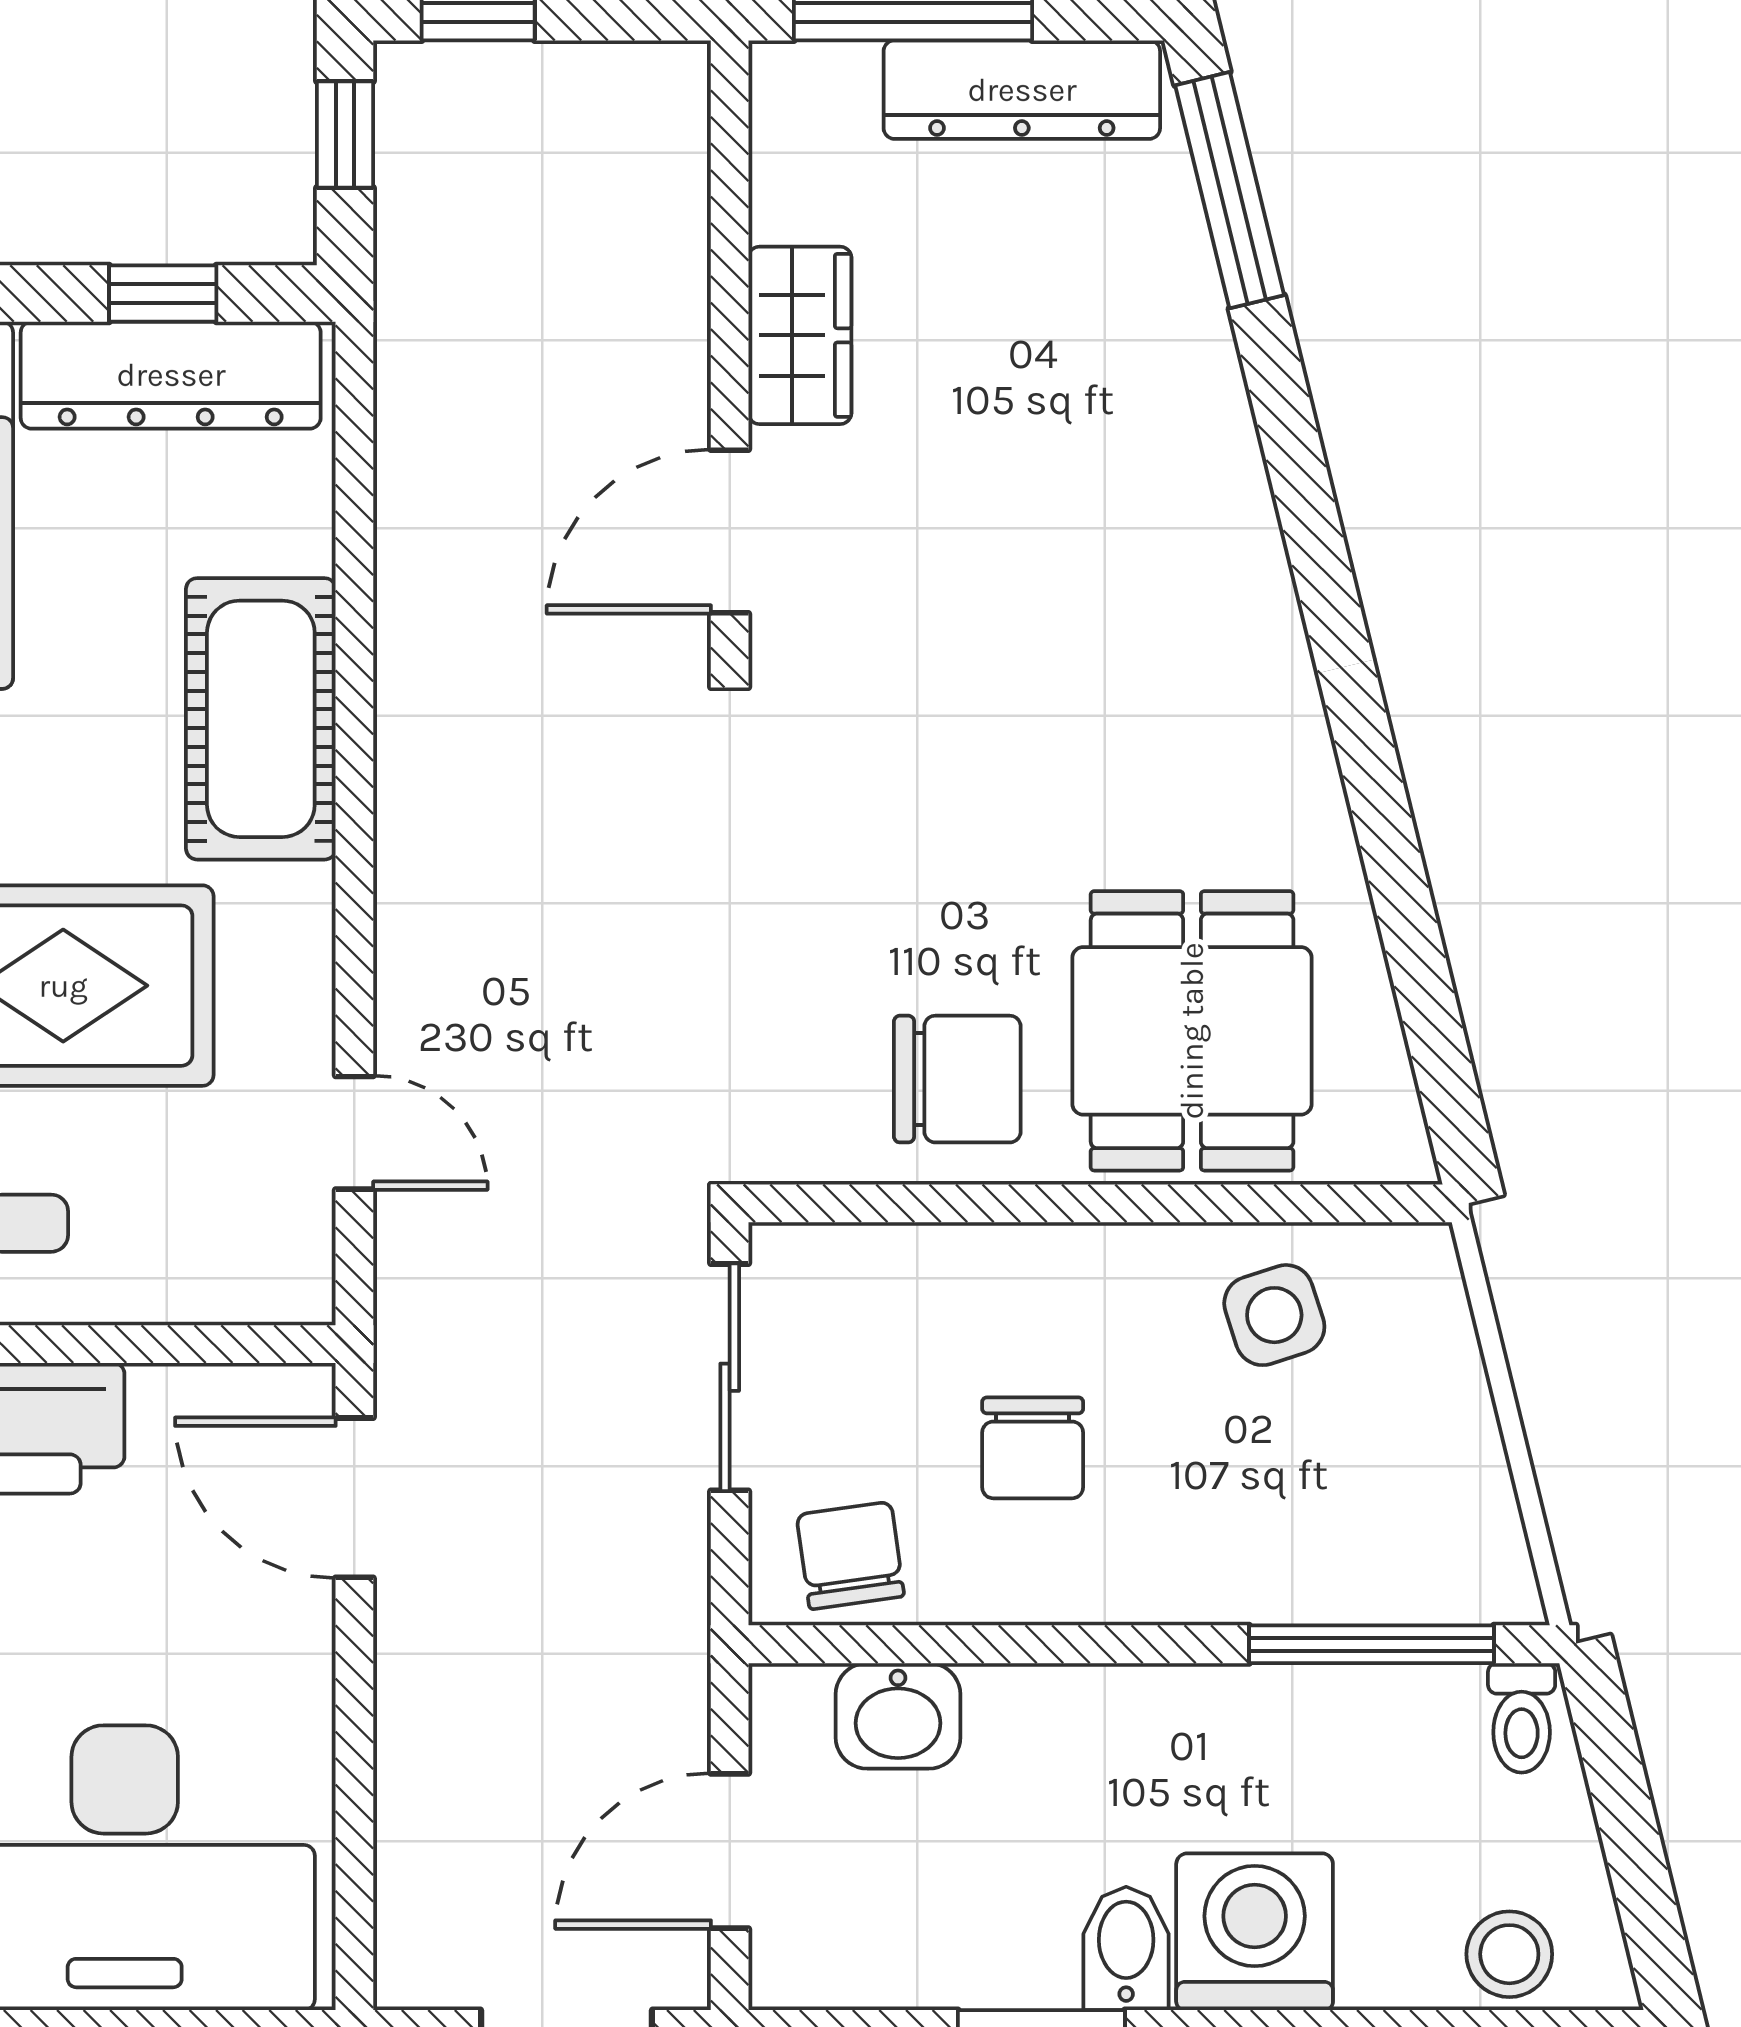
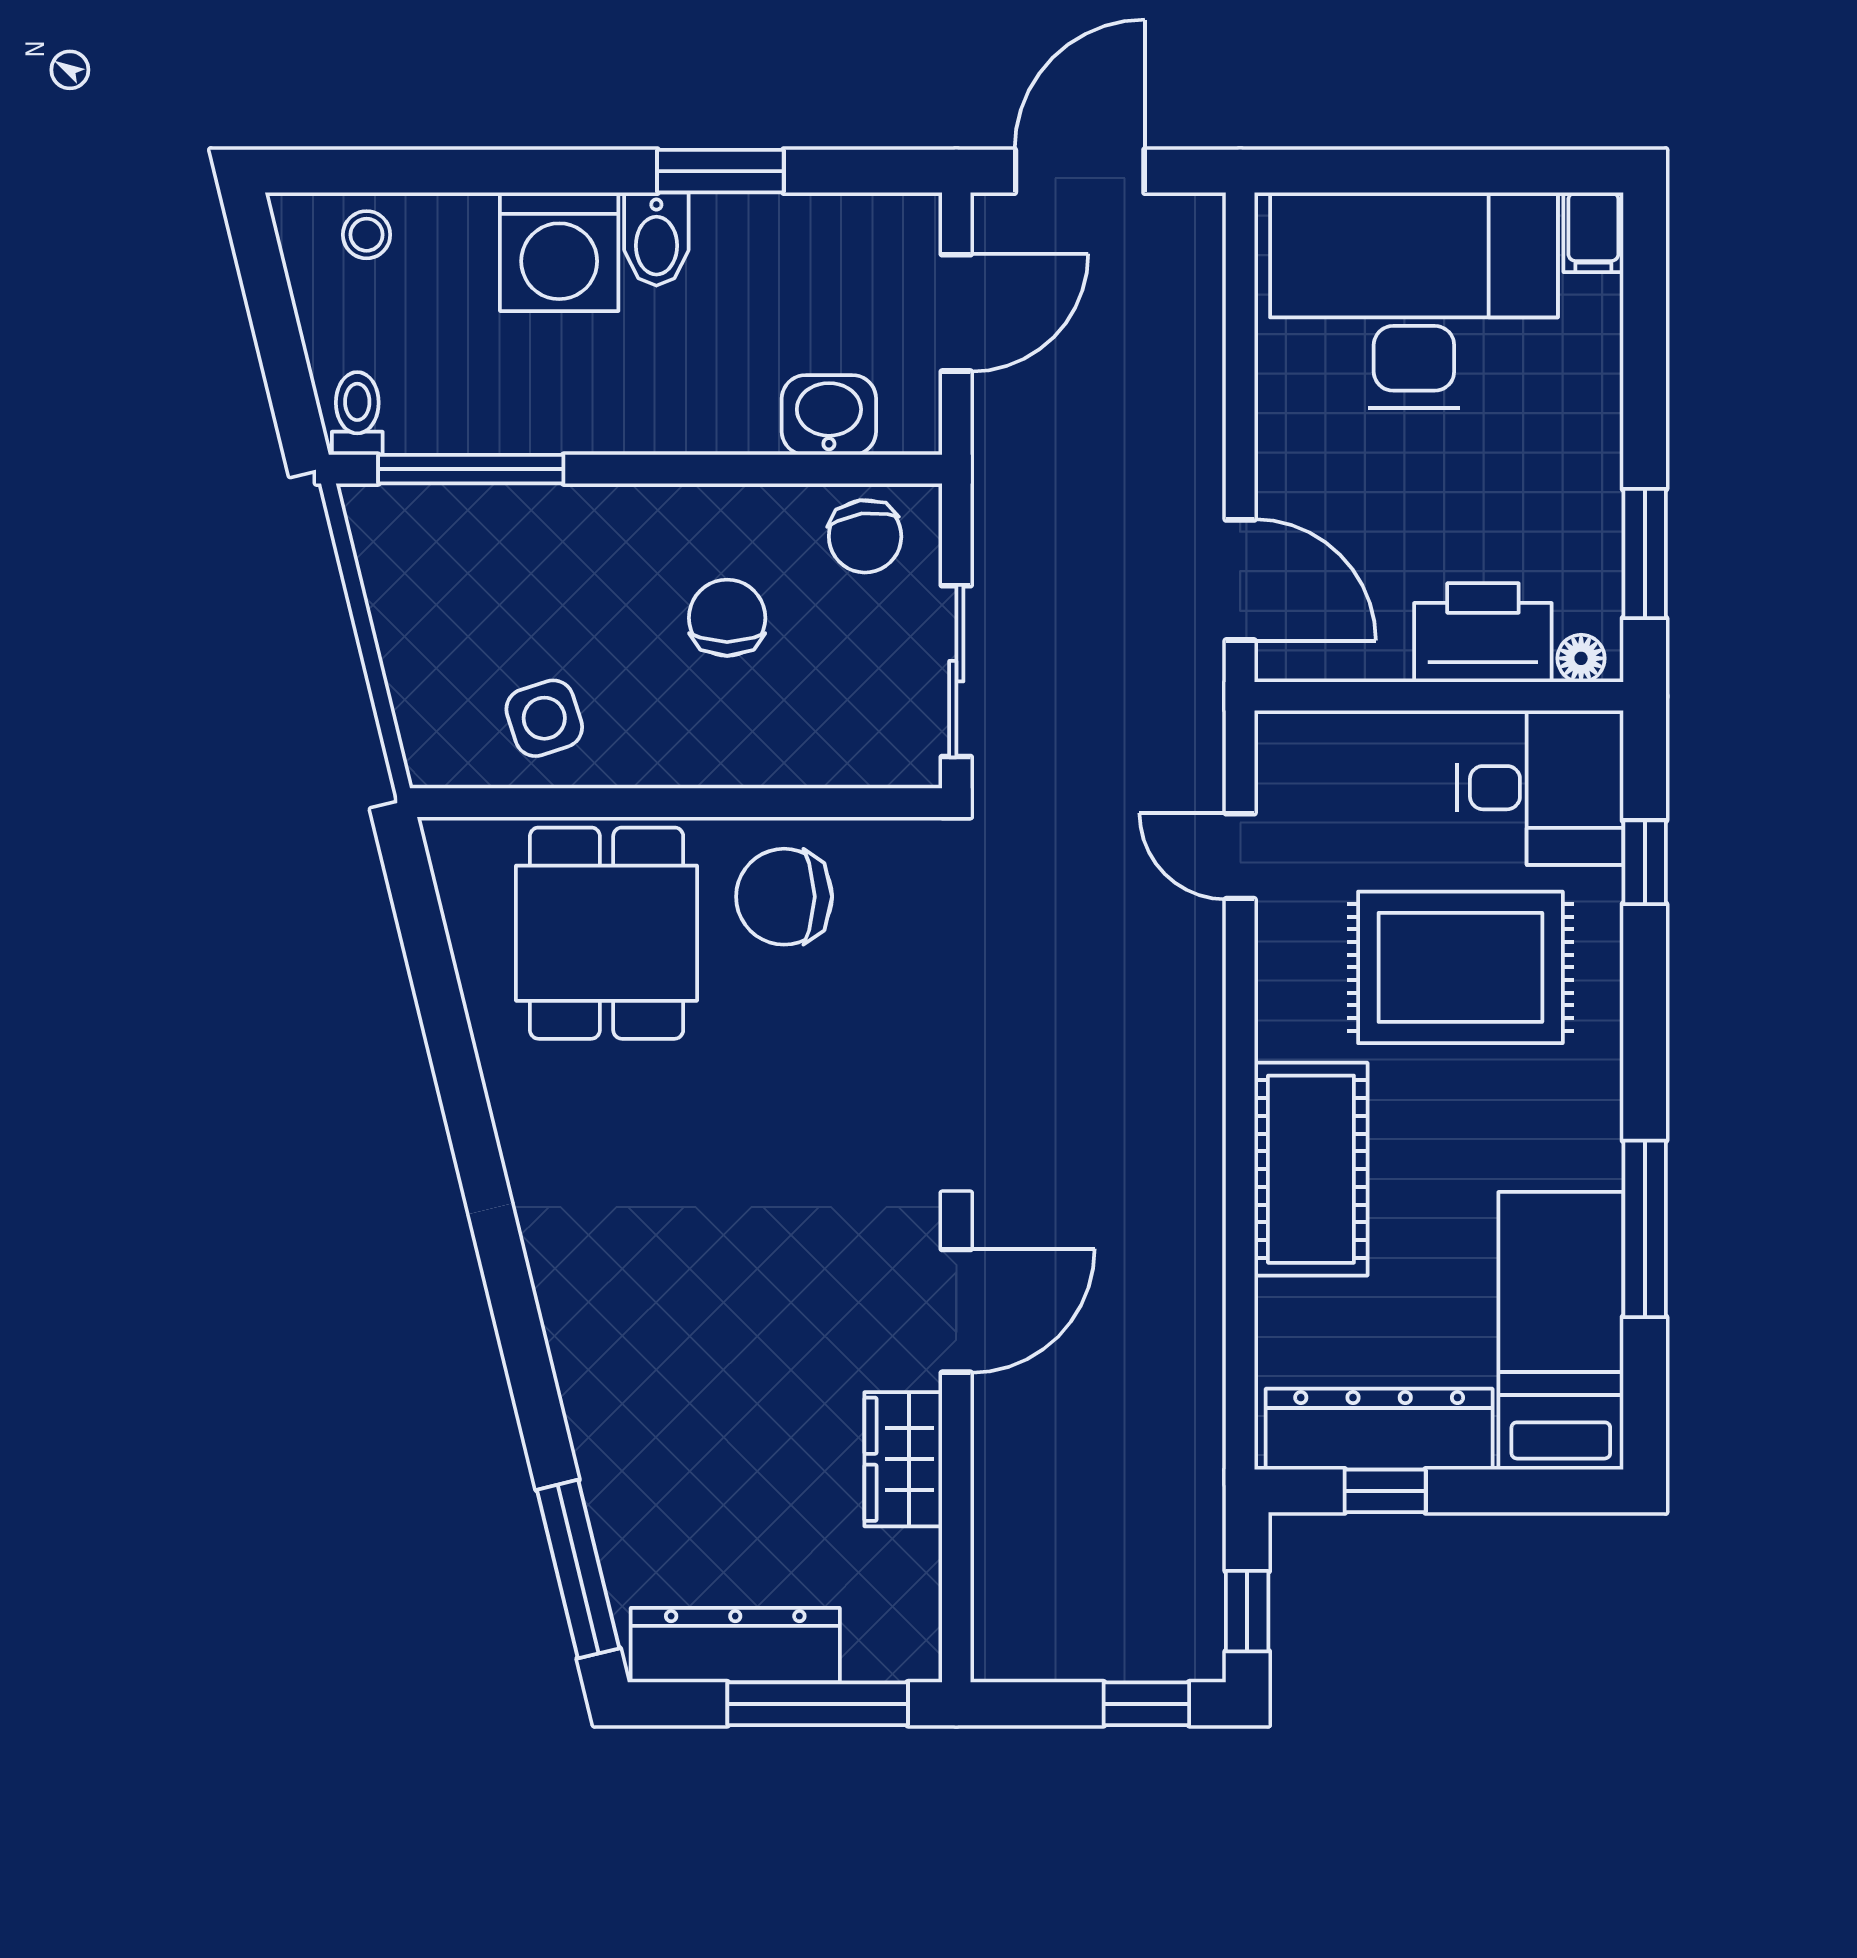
stool: (1509, 1954) -> (367, 235), width x0.73, depth x0.73

